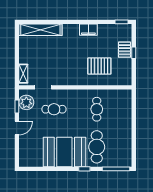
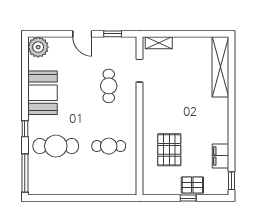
filing cabinet: (88, 30) -> (221, 156), moved
plant: (26, 102) -> (38, 47), moved
booth: (64, 152) -> (42, 93), width x0.73, depth x0.70

